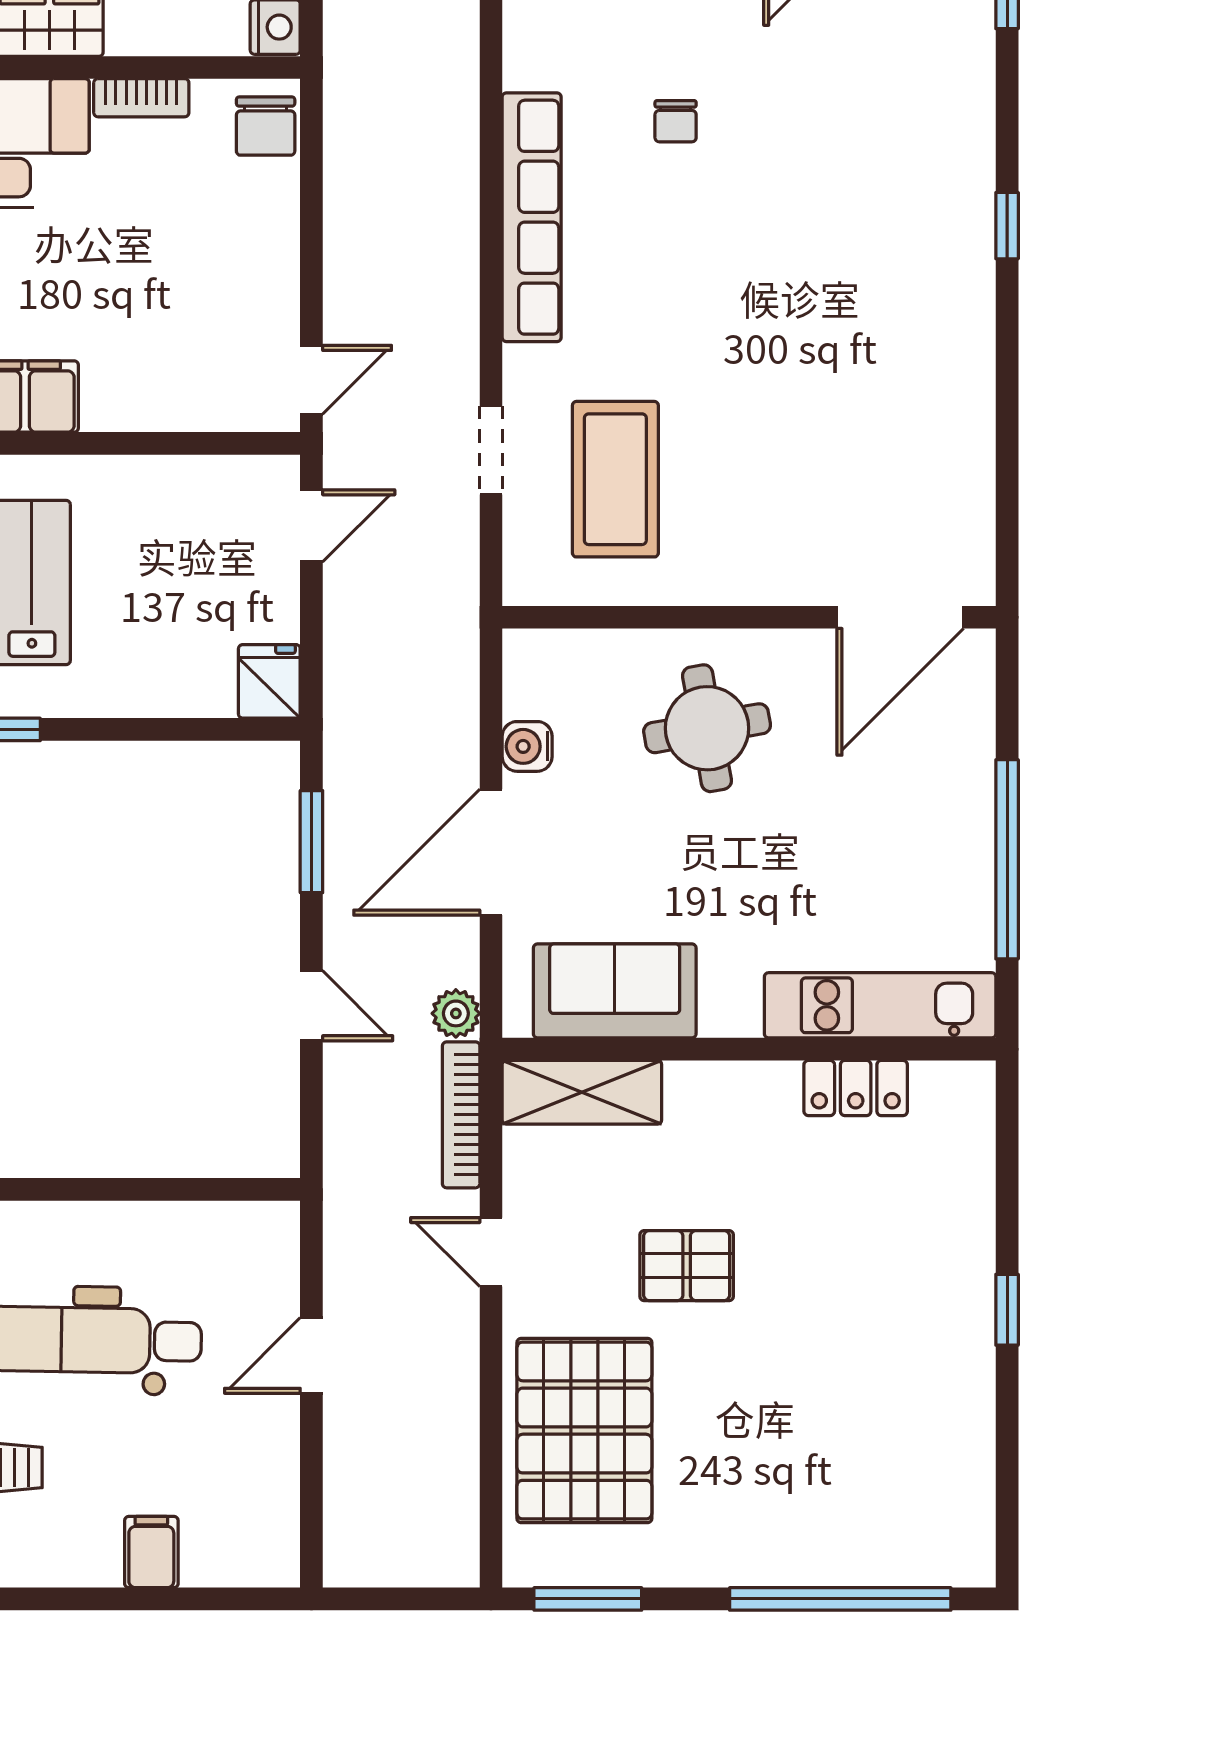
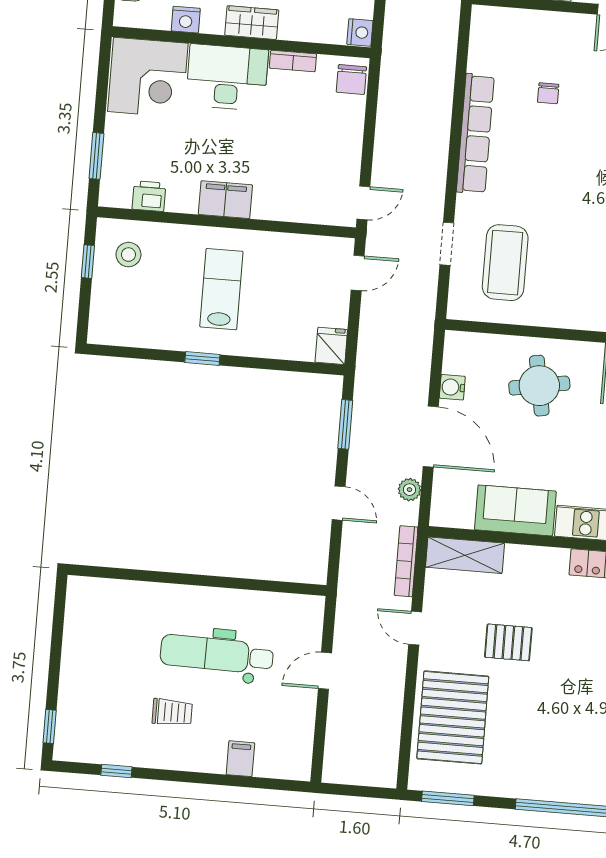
door: (491, 852) -> (431, 437), swing flipped
sofa: (615, 991) -> (515, 510), moved
plant: (456, 1013) -> (410, 490), moved

